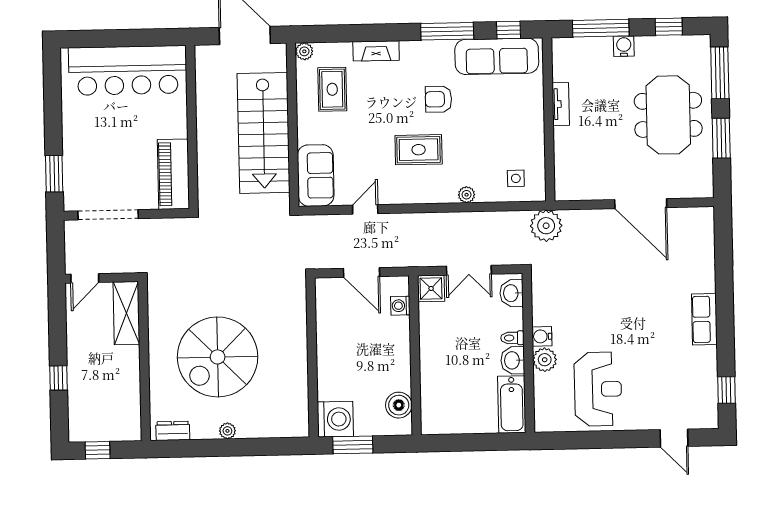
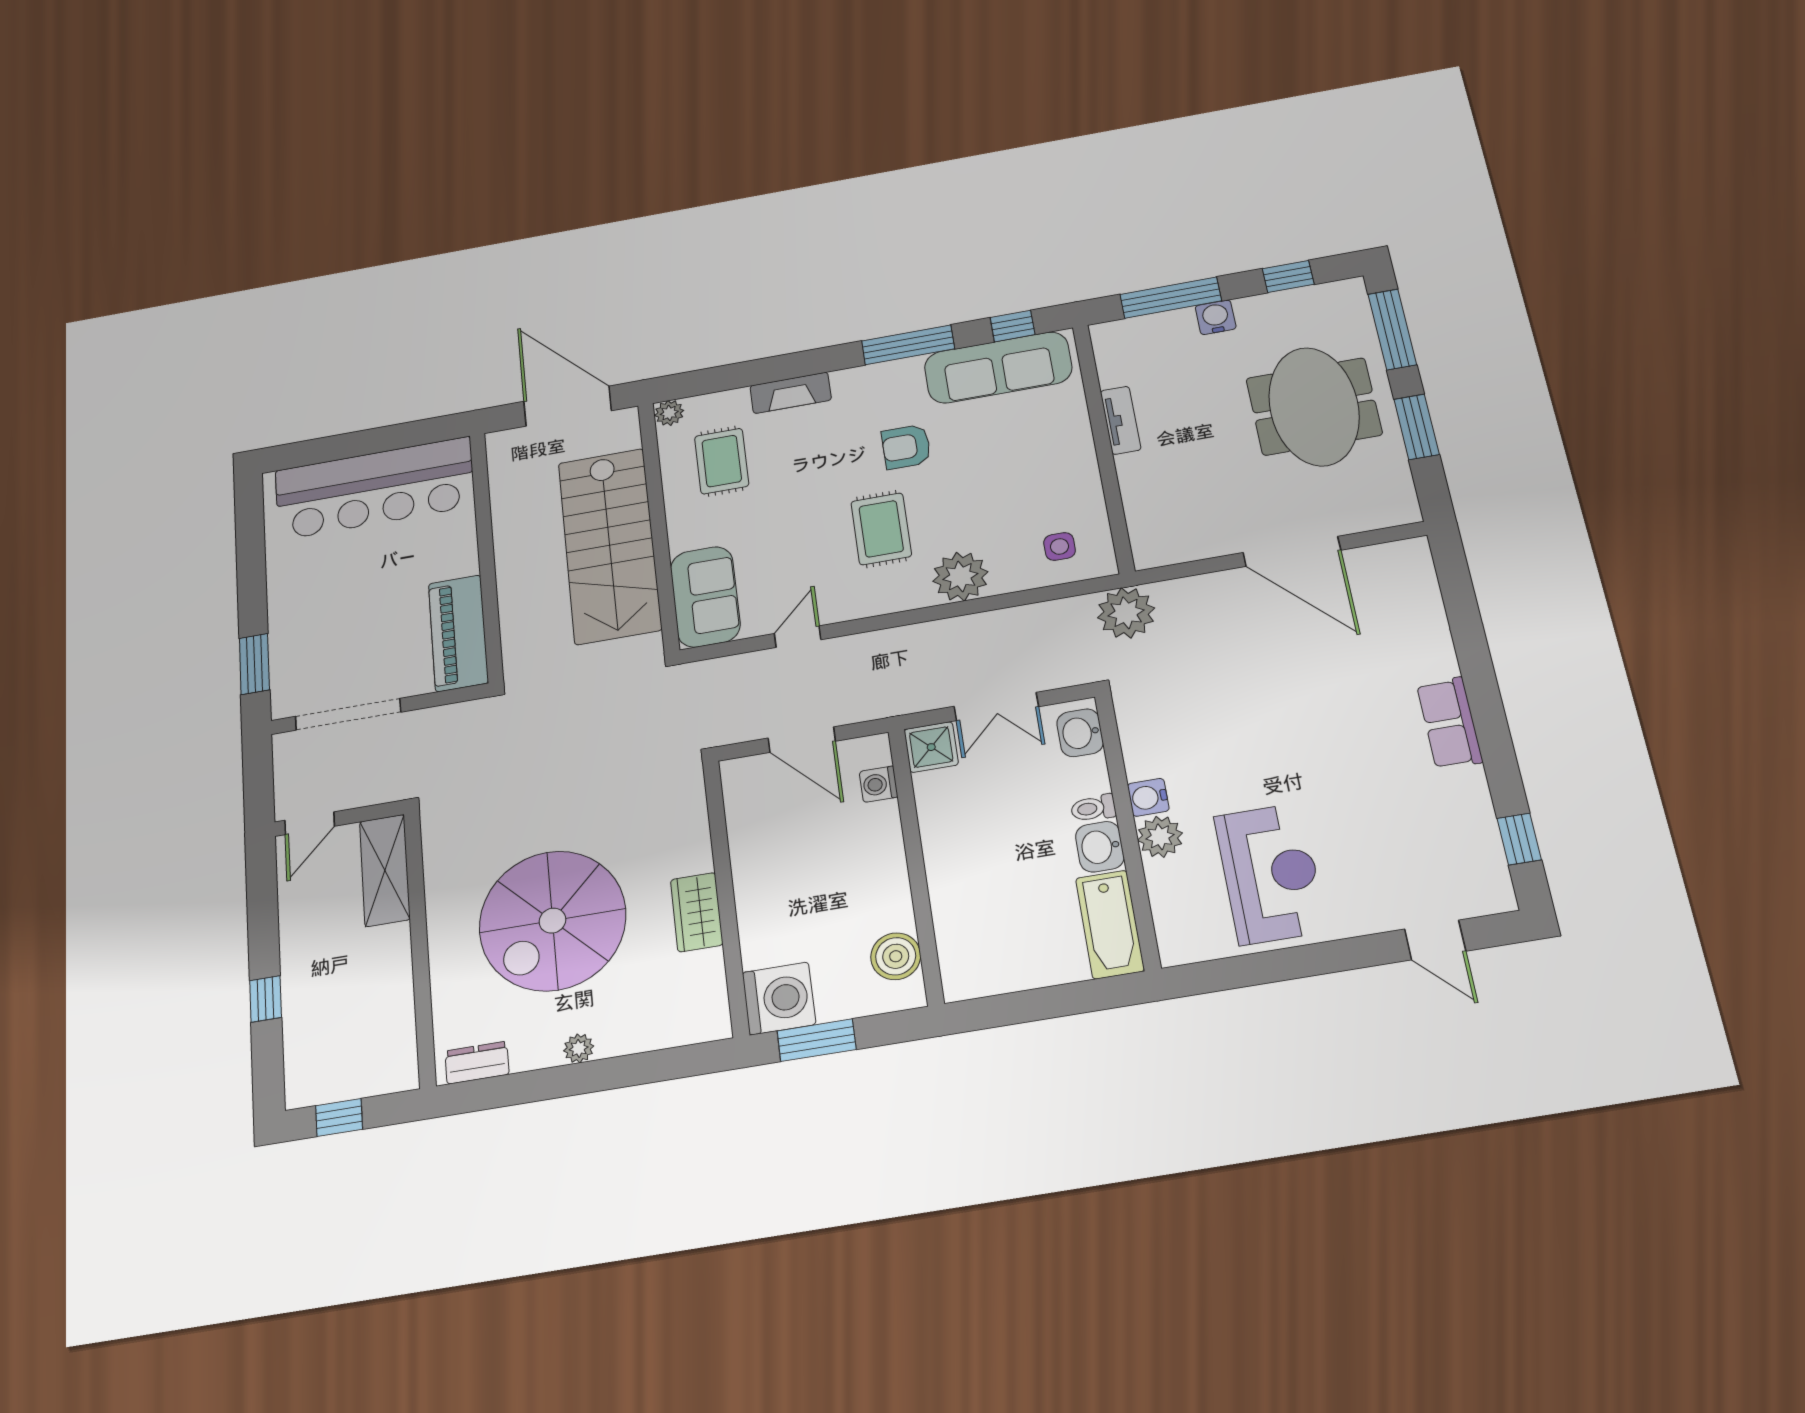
rug: (419, 150) -> (881, 529), turned 90
plant: (467, 195) -> (960, 577), width x1.88, depth x1.88
wardrobe: (296, 364) -> (697, 912), added

